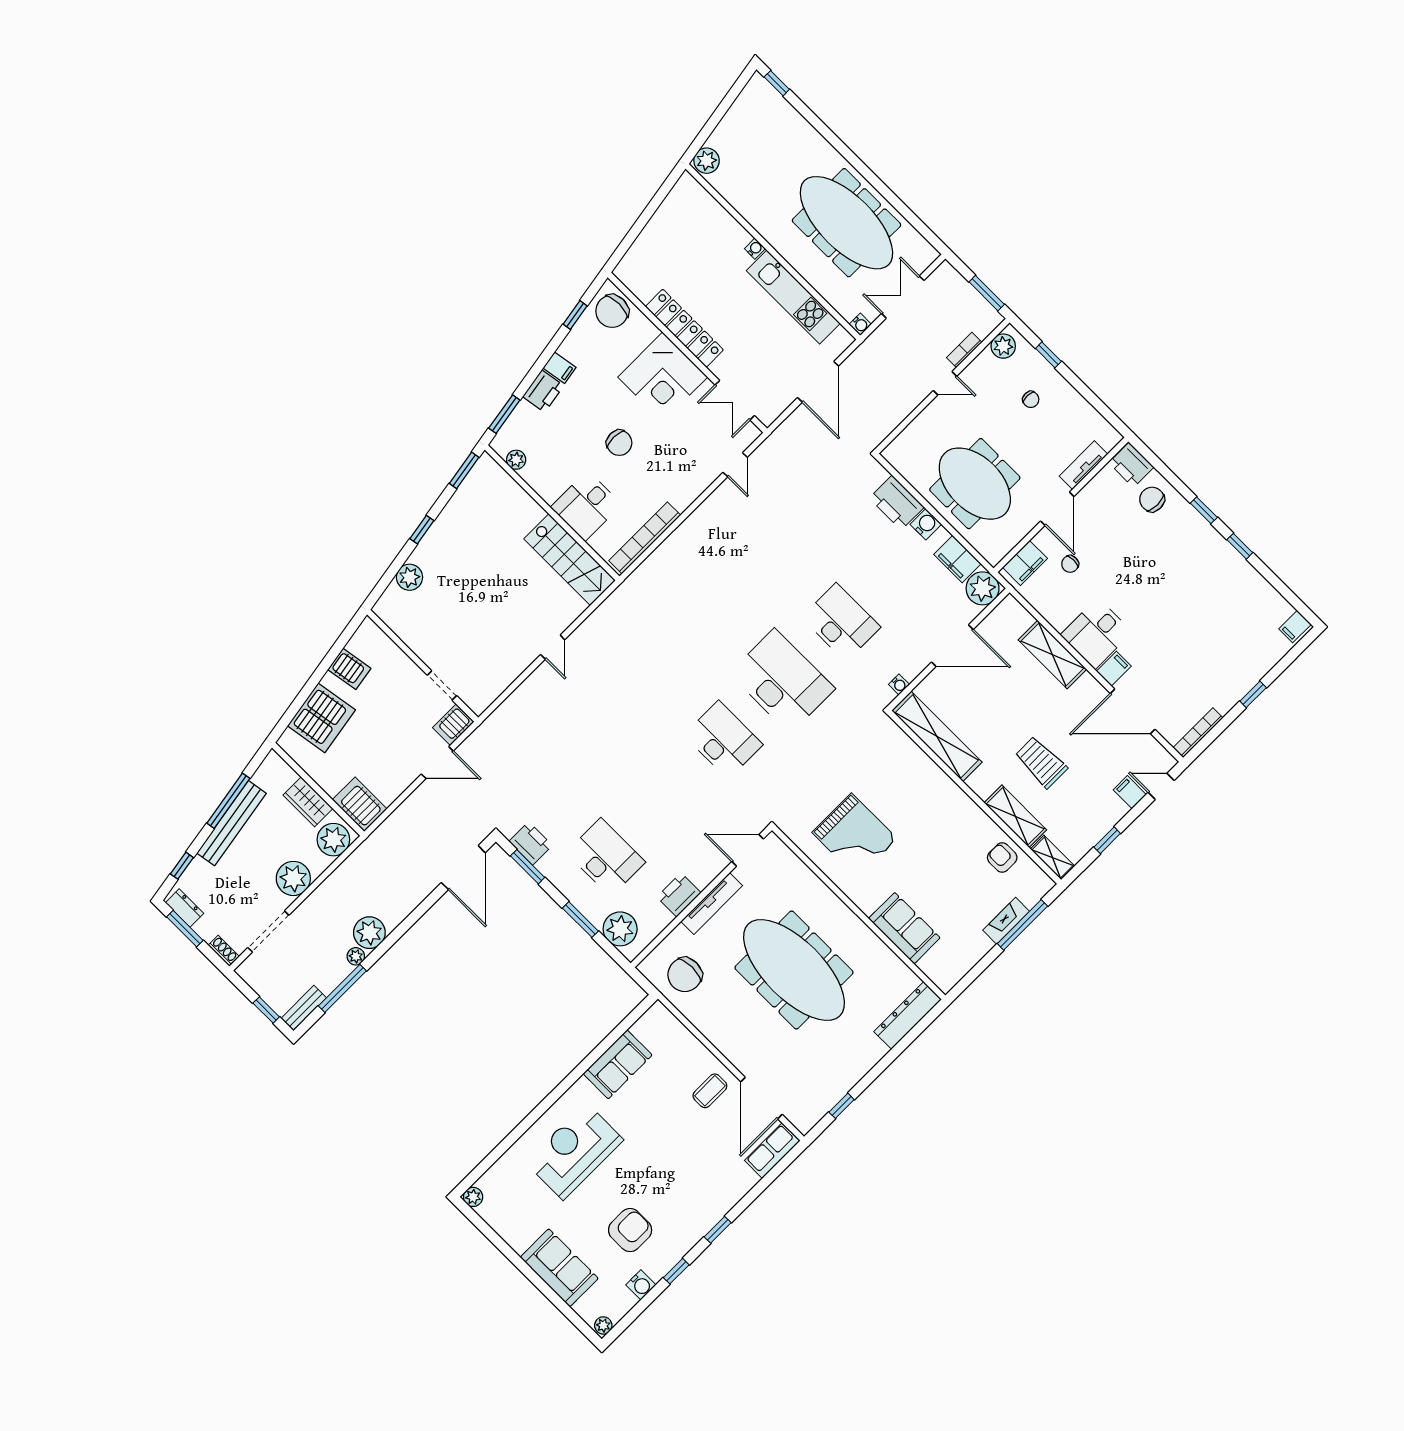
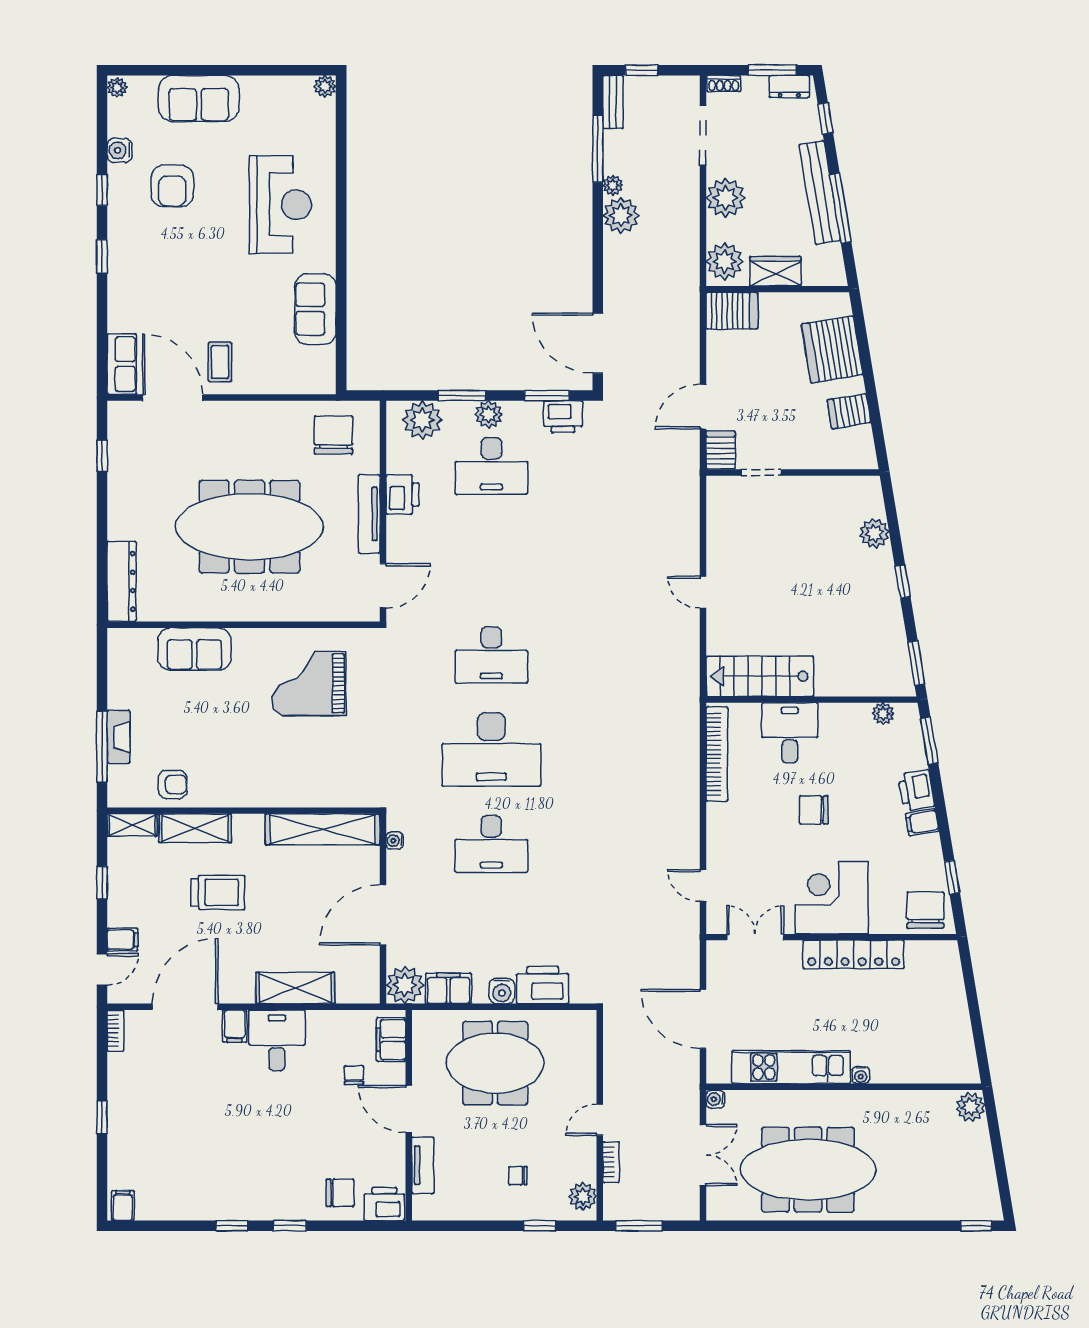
bookcase: (1198, 733) -> (115, 1031), width x0.64
plant: (575, 891) -> (489, 414), added

